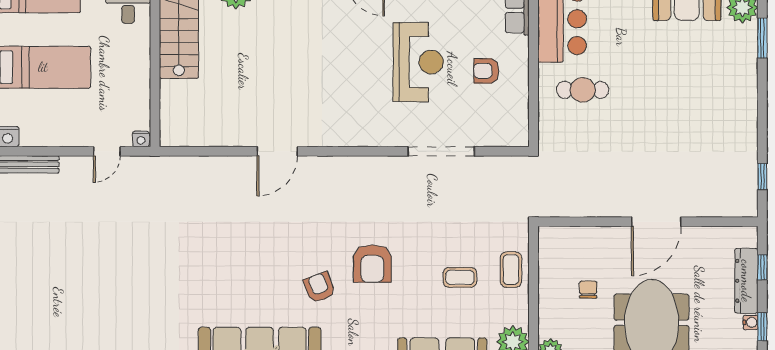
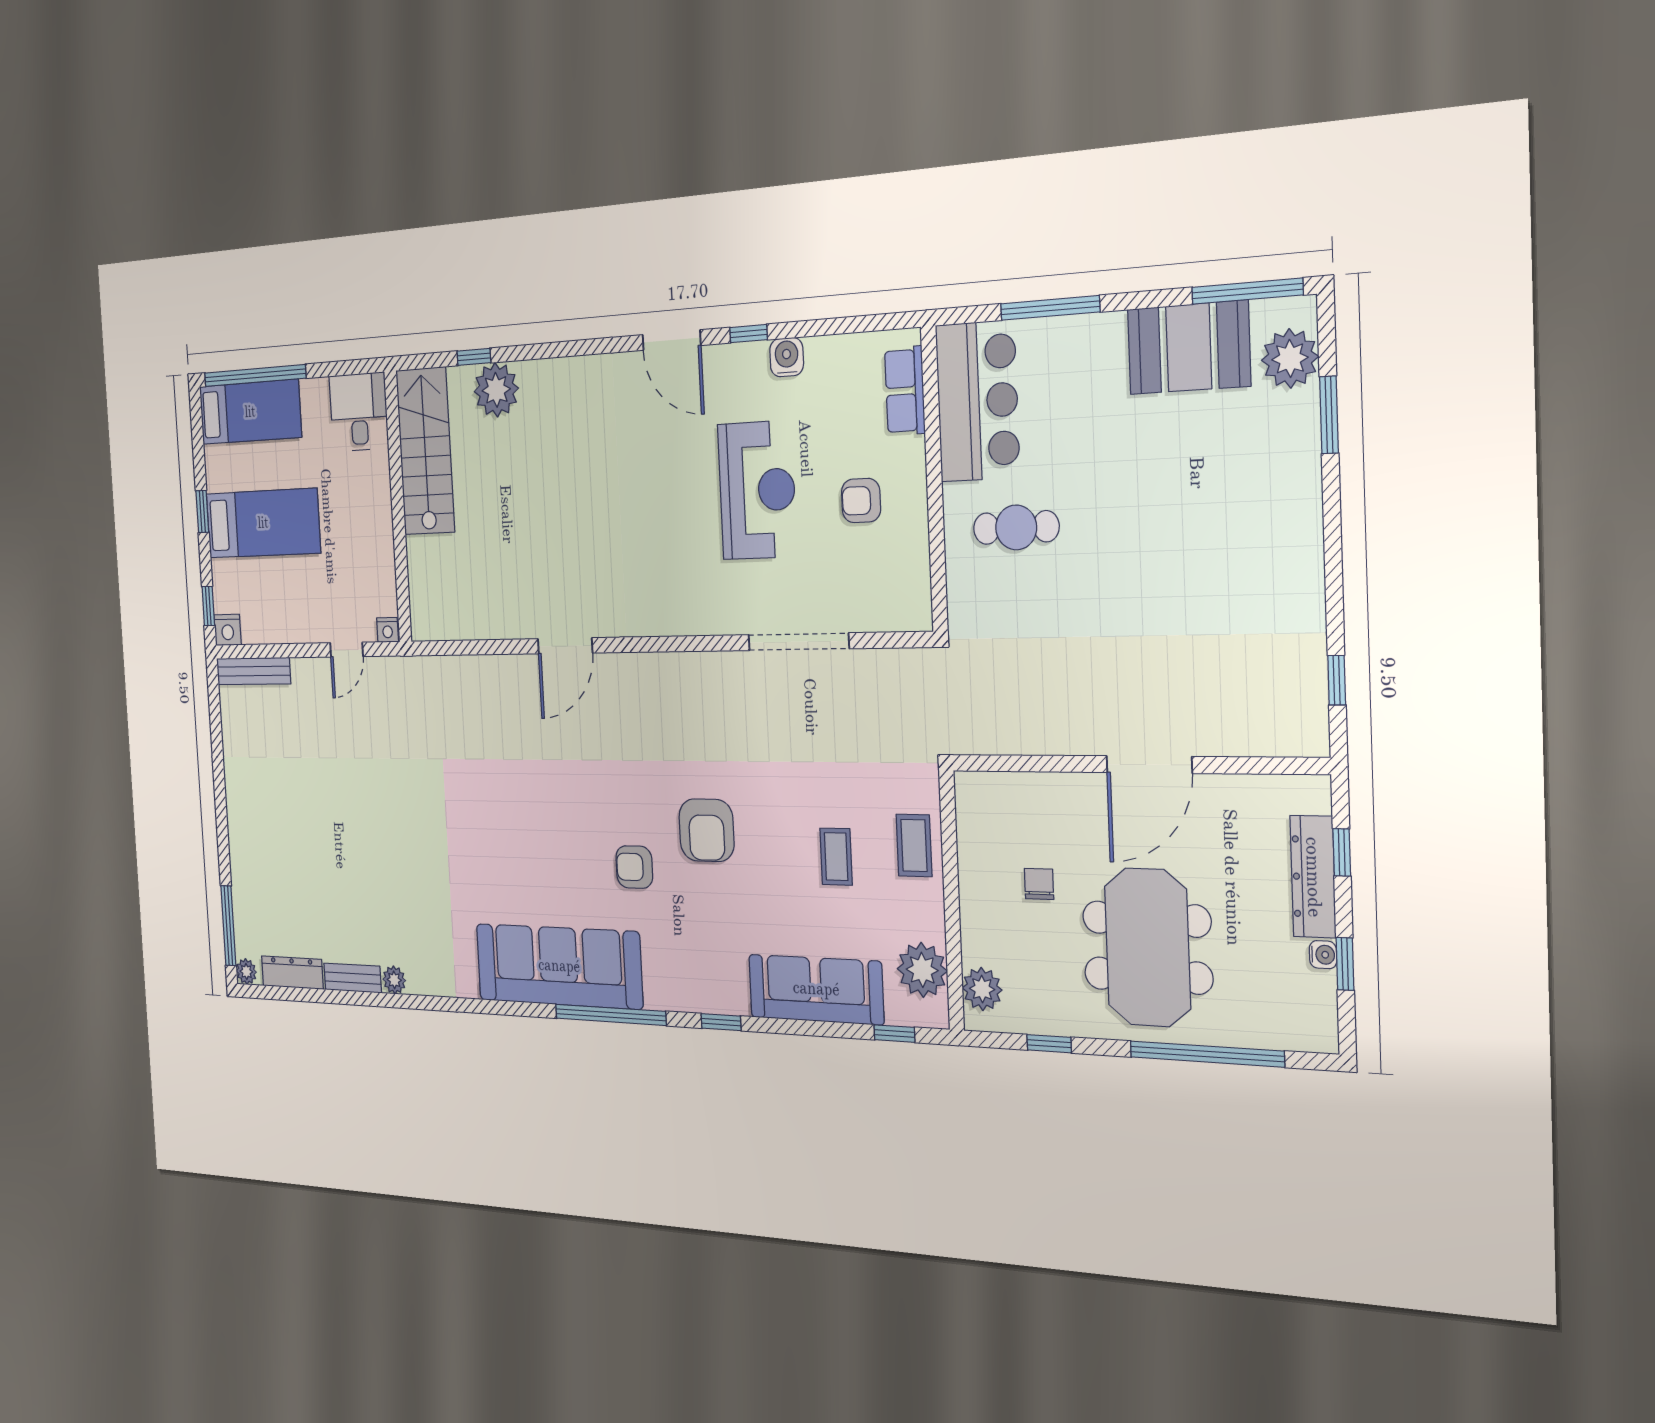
coffee table: (460, 277) -> (836, 857), turned 90
armchair: (319, 287) -> (634, 867), turned -69

